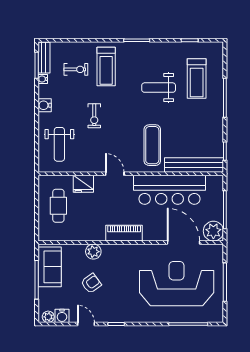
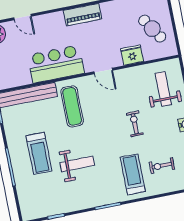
treadmill: (197, 78) -> (39, 153), moved, turned 180
bar counter: (169, 190) -> (56, 64), width x0.73
cafe table: (58, 206) -> (152, 29), turned -33
door: (183, 243) -> (23, 17), width x0.53

